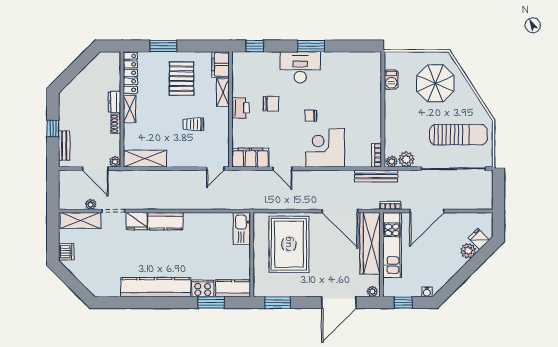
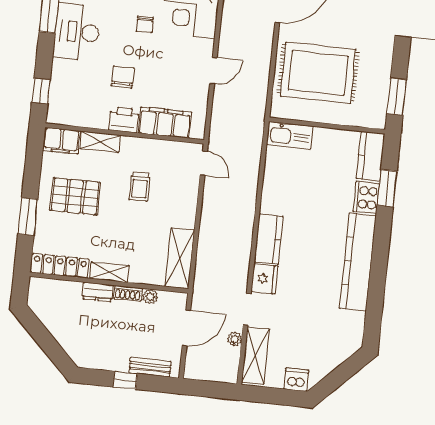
filing cabinet: (250, 158) -> (165, 123), moved, turned 90
plant: (115, 162) -> (150, 297), moved

